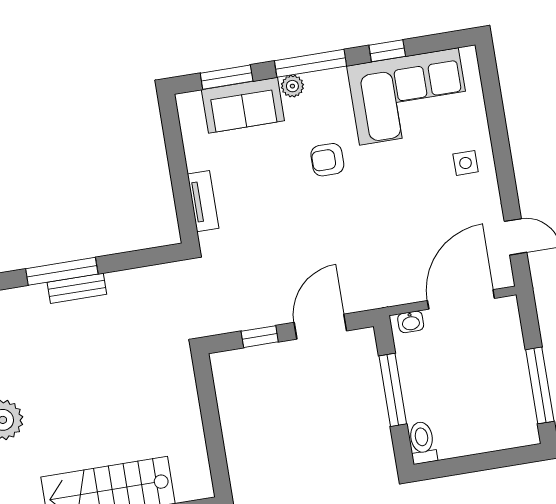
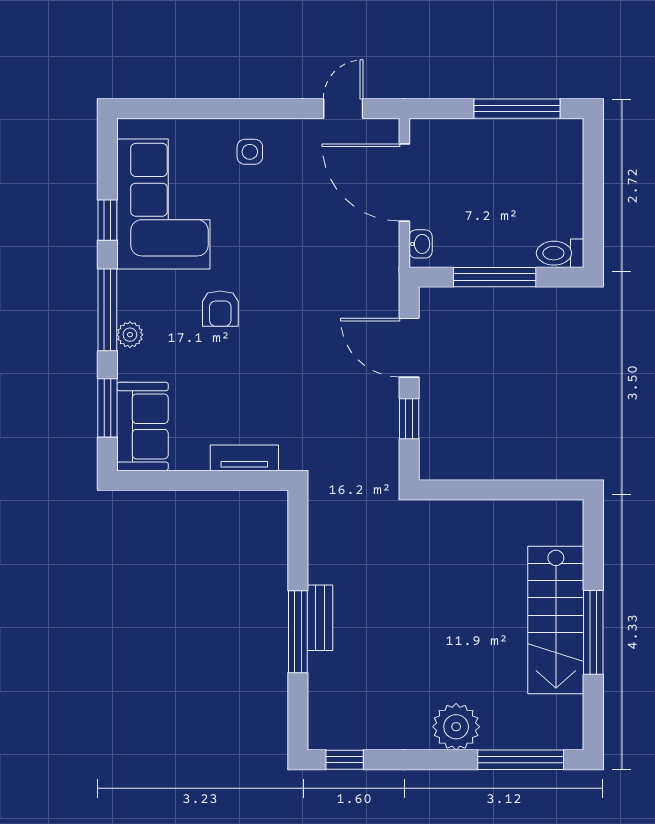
sofa: (243, 105) -> (143, 426), moved

